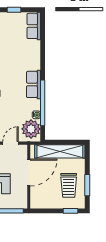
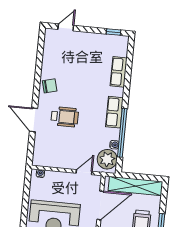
window: (14, 10) -> (114, 32), moved
row of seats: (34, 26) -> (119, 72), moved

